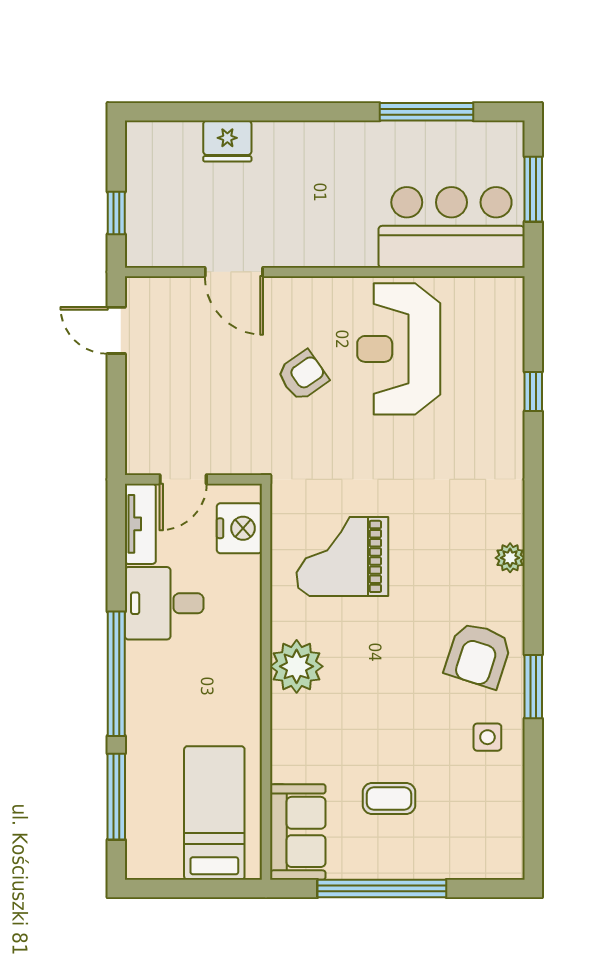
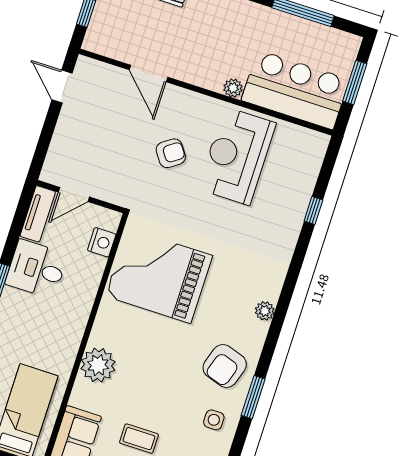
plant: (362, 253) -> (233, 88), added
nightstand: (239, 528) -> (102, 242), width x0.74, depth x0.75
grand piano: (342, 556) -> (159, 276), width x1.37, depth x1.48
plant: (297, 666) -> (98, 365), moved

